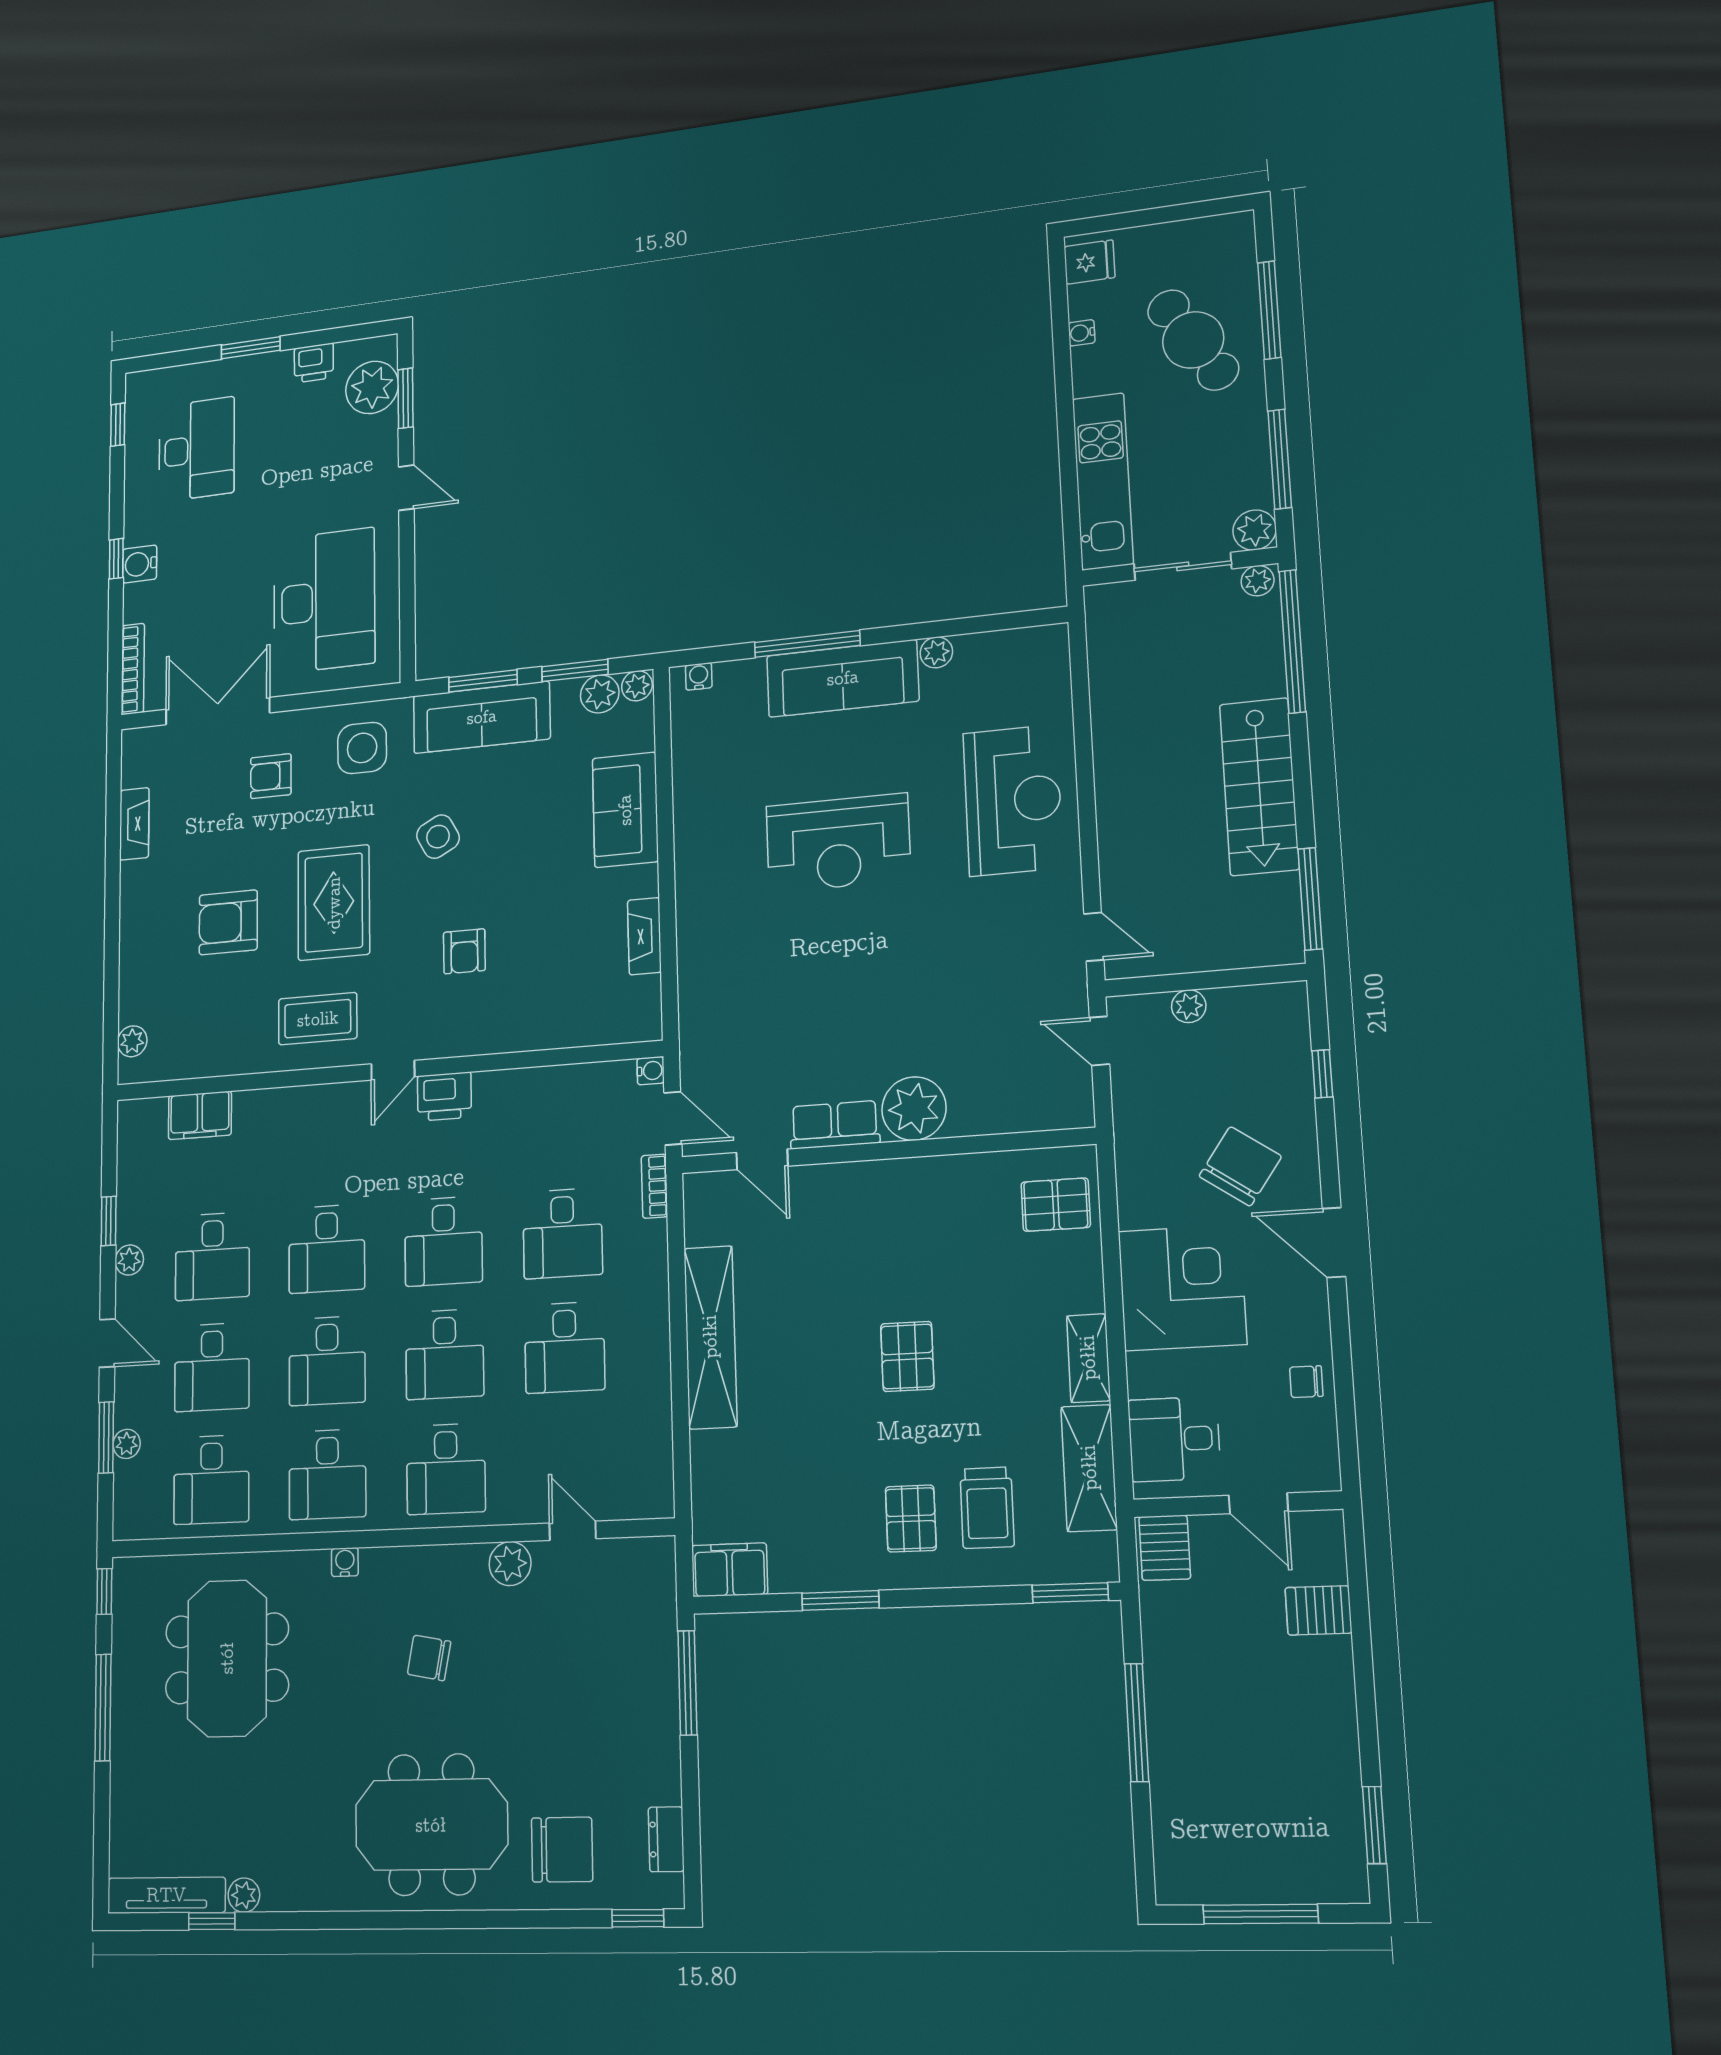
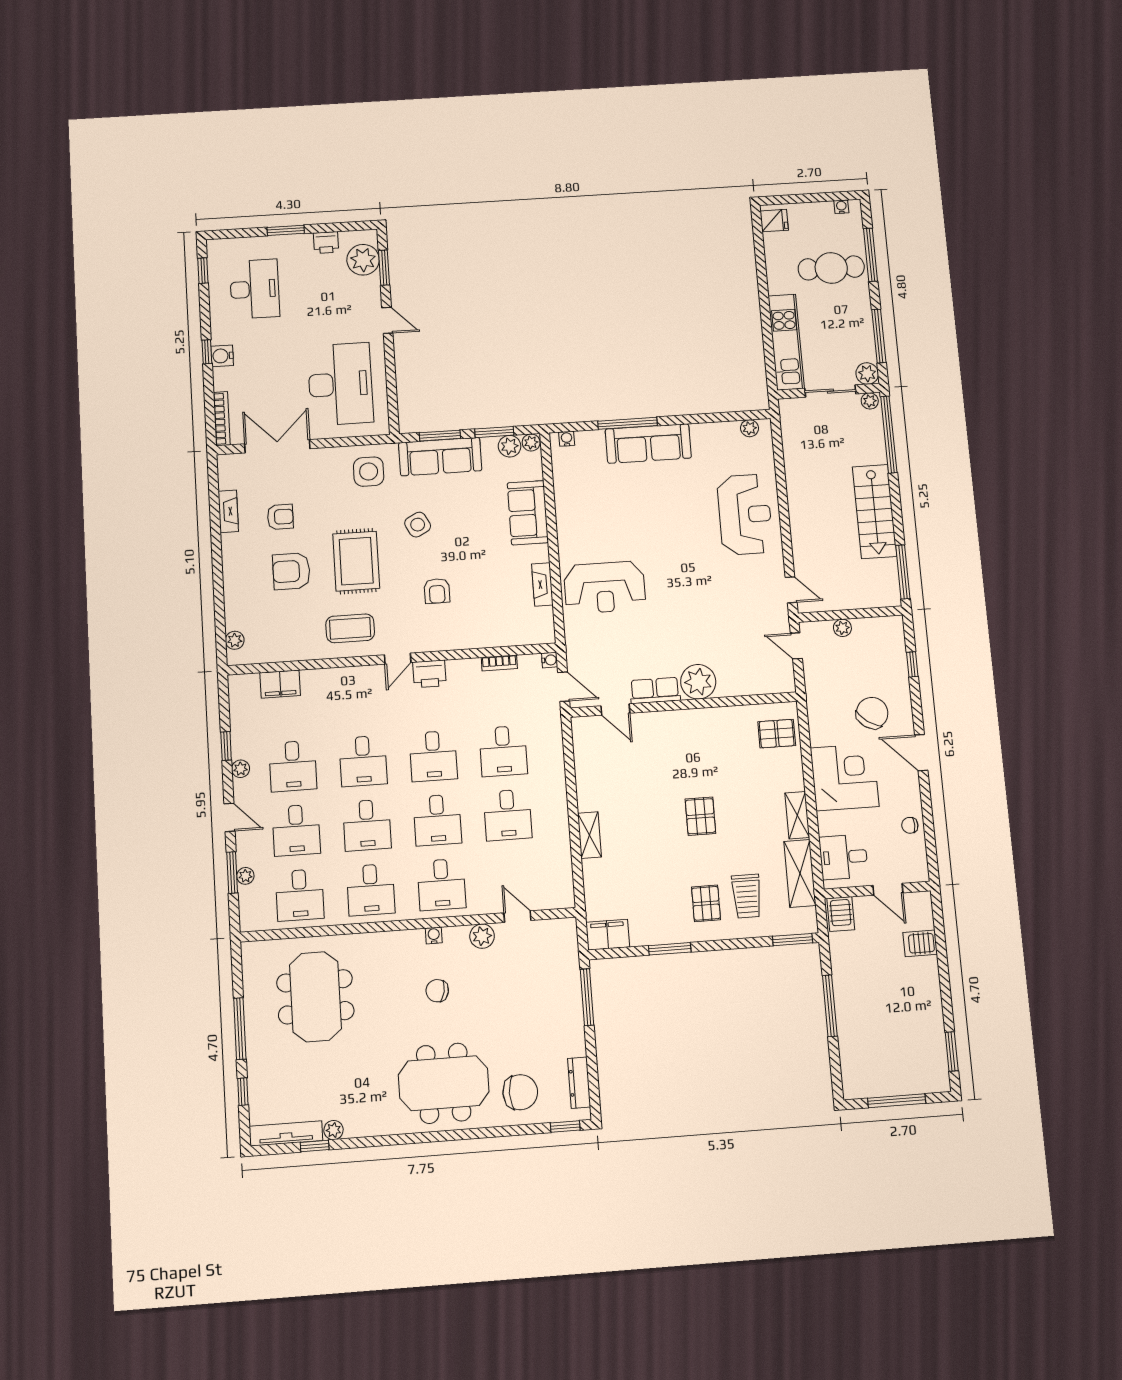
water cooler: (1082, 333) -> (841, 207), moved, turned 90
cafe table: (1193, 340) -> (831, 268), turned -59
plant: (936, 652) -> (749, 428), moved
armchair: (271, 776) -> (280, 517), moved, turned 180
reception desk: (838, 843) -> (605, 587), moved
bookcase: (654, 1186) -> (499, 663), moved, turned -90
shelving: (710, 1337) -> (590, 835), width x0.45, depth x0.75
water cooler: (345, 1562) -> (434, 935), moved
window: (104, 1591) -> (243, 1092), moved
dresser: (666, 1839) -> (579, 1083), width x1.44

